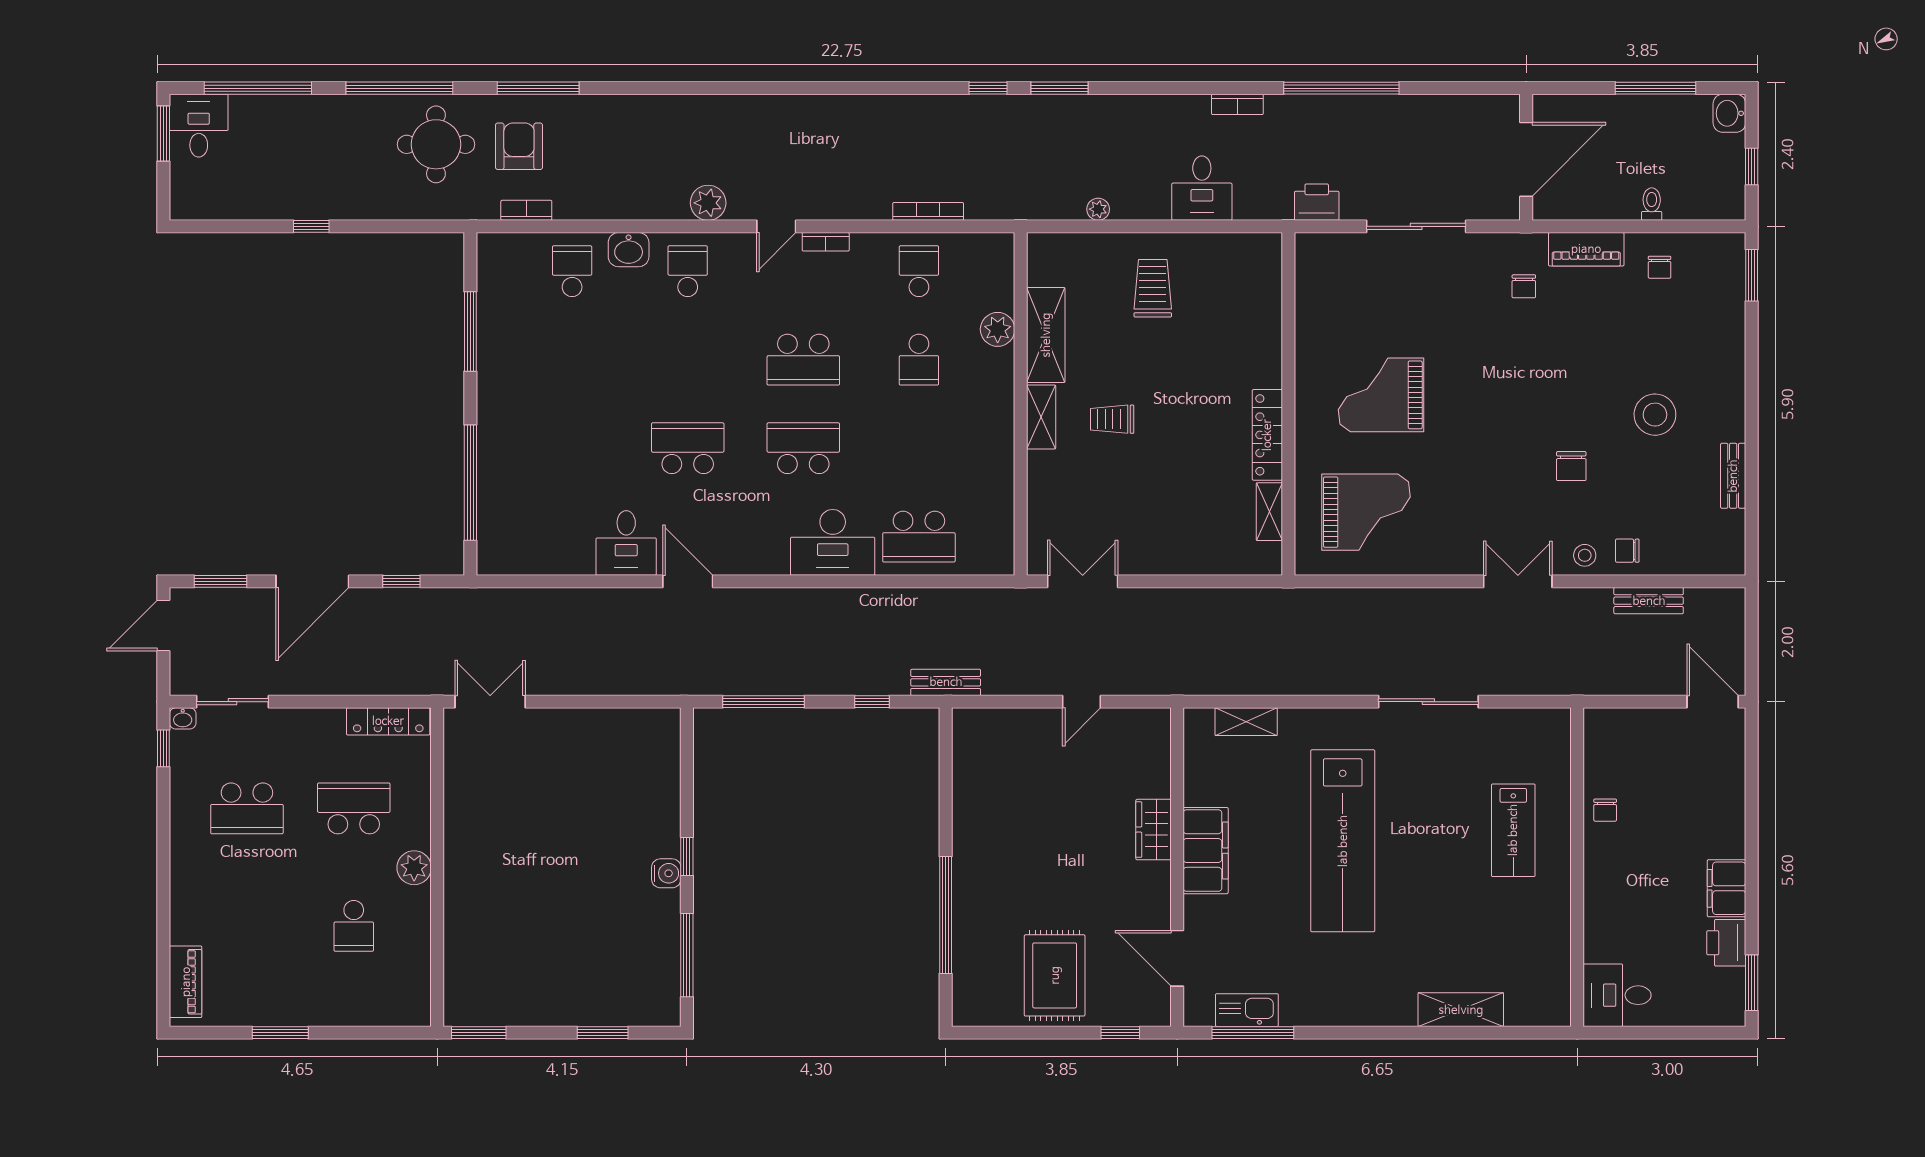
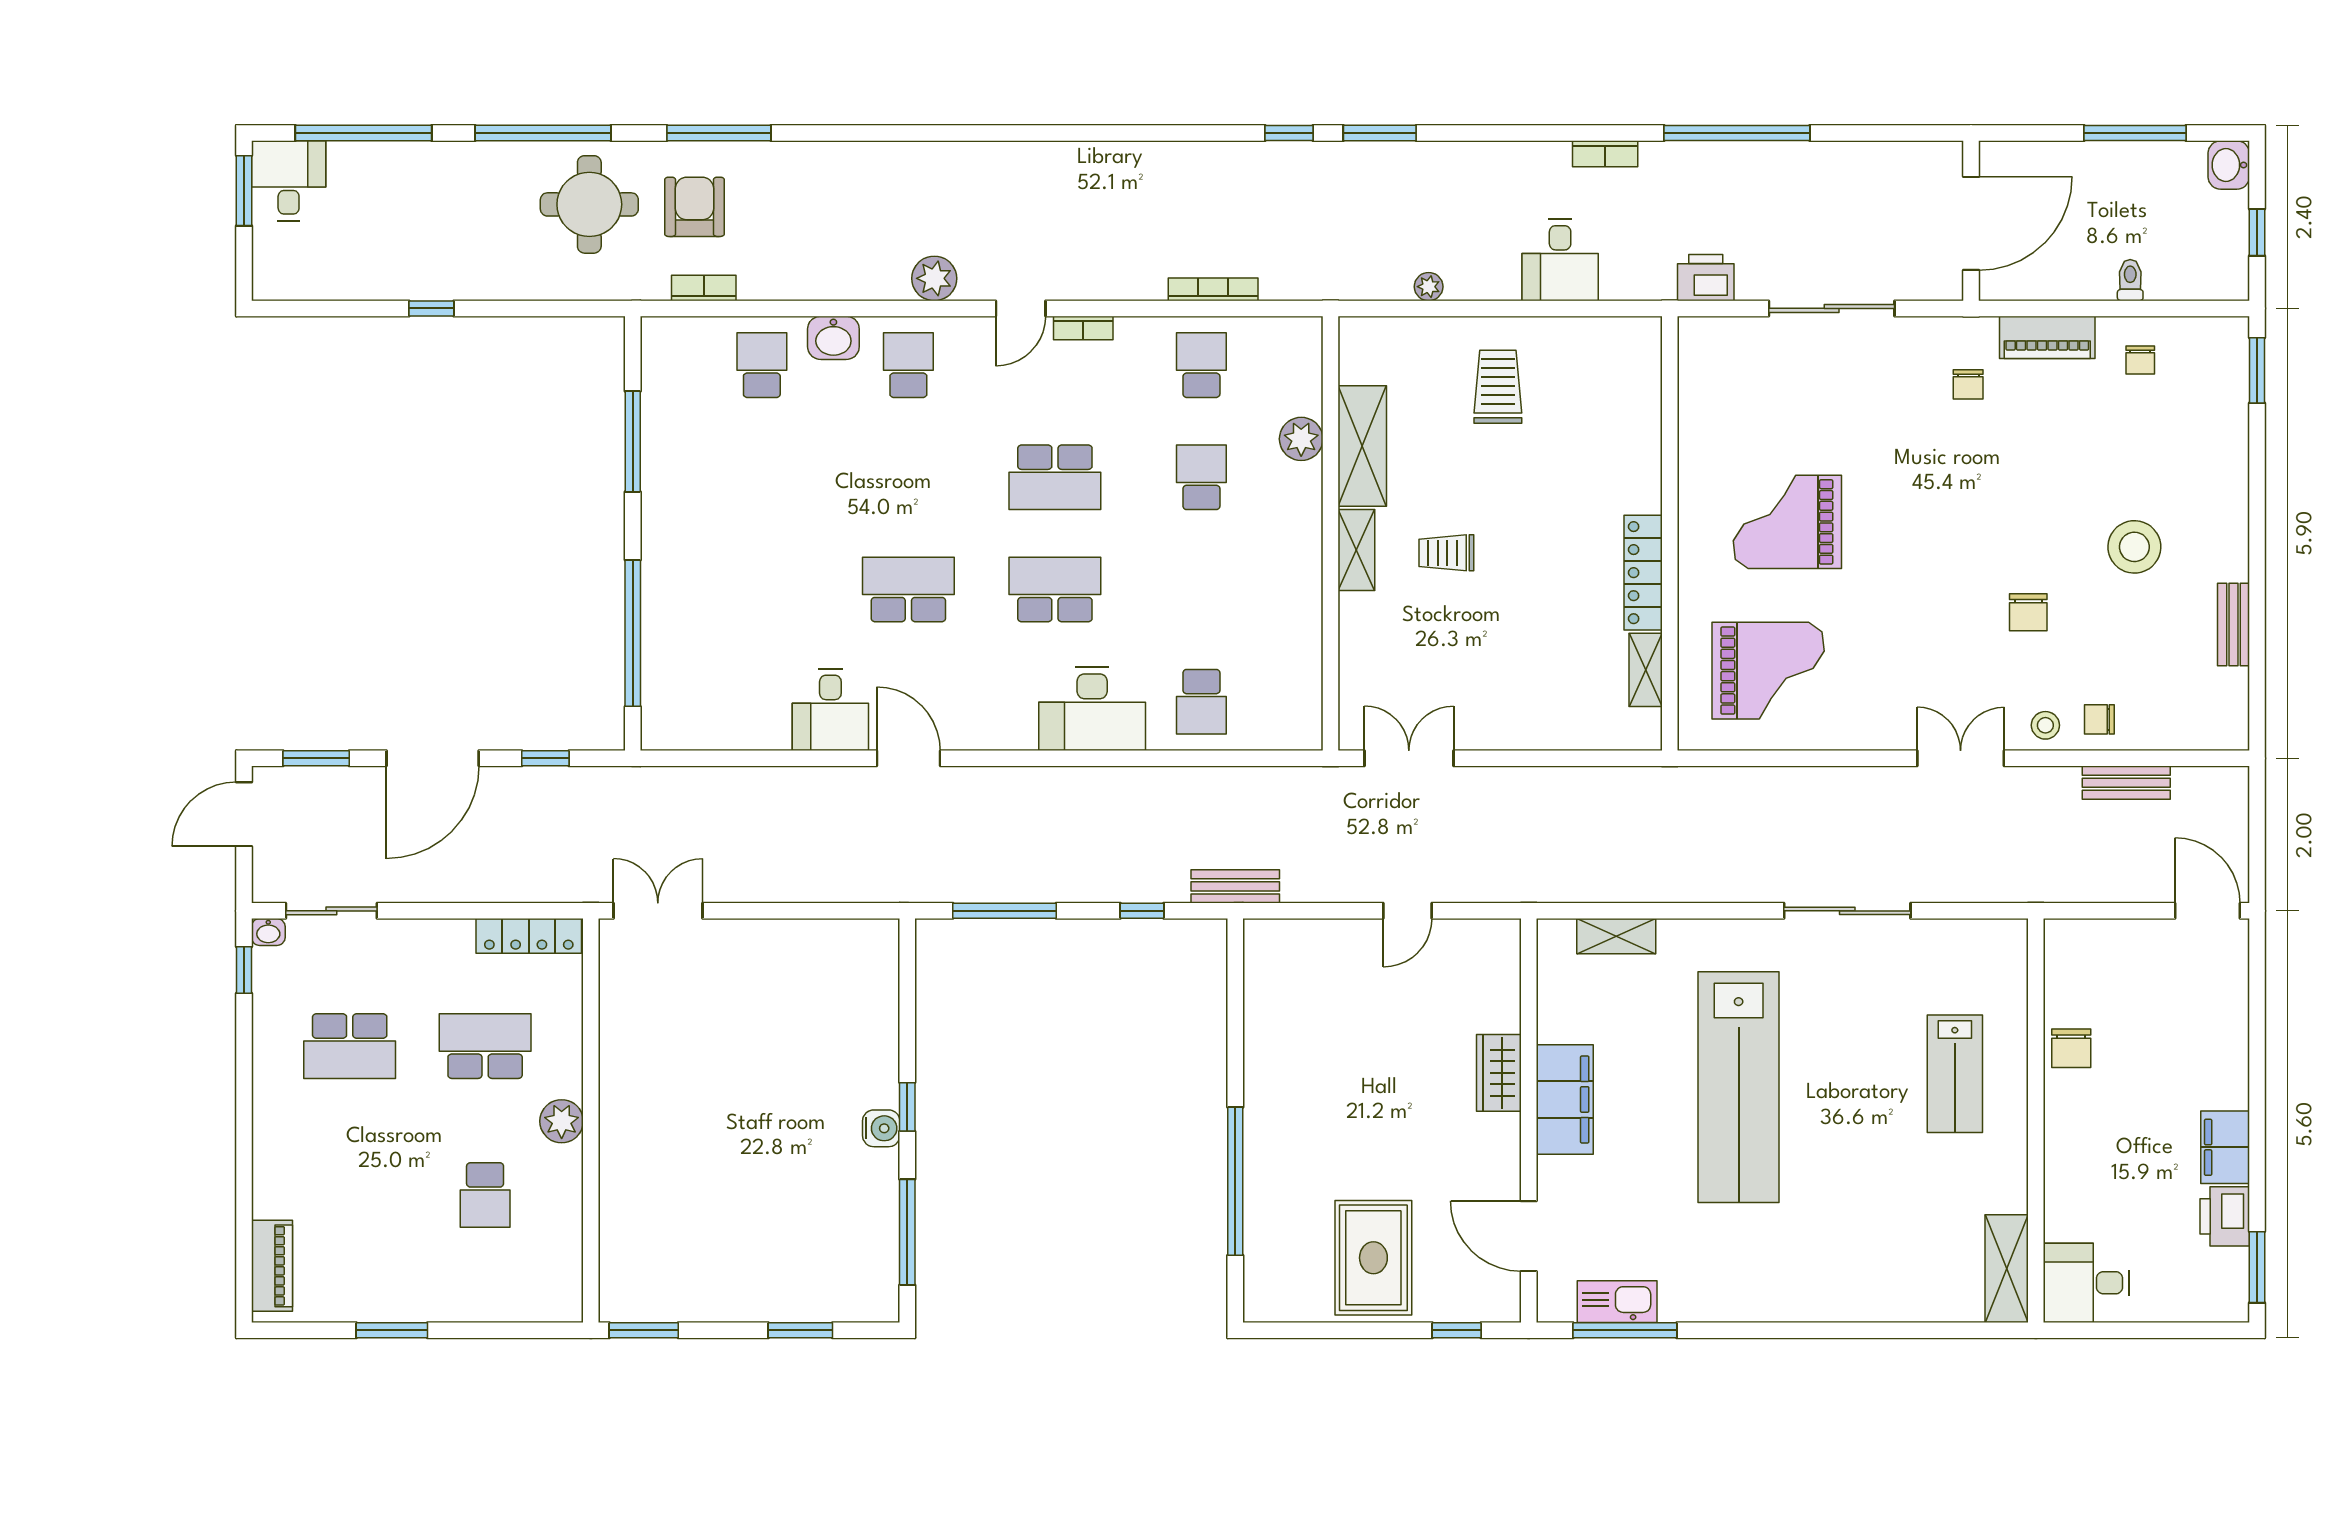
school desk: (919, 360) -> (1201, 477), turned 180
school desk: (919, 537) -> (1201, 702), width x0.54
chair: (1605, 810) -> (2071, 1048), width x1.37, depth x1.37
shelving: (1461, 1010) -> (2007, 1269), moved, turned 90

